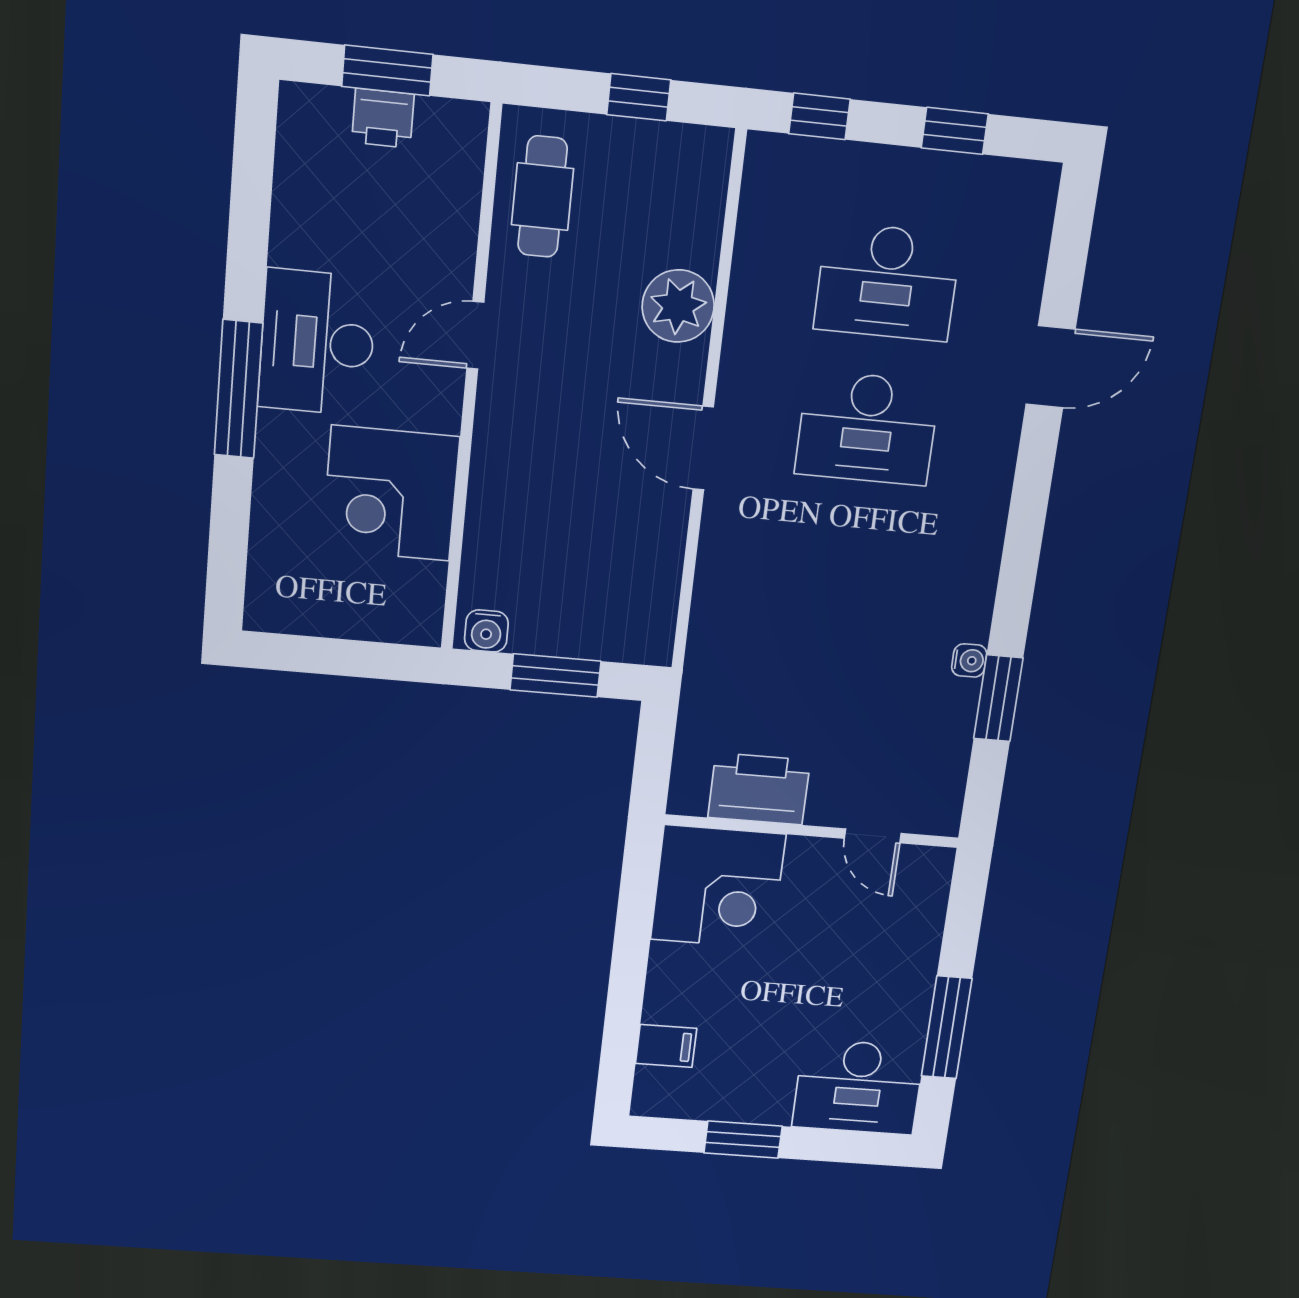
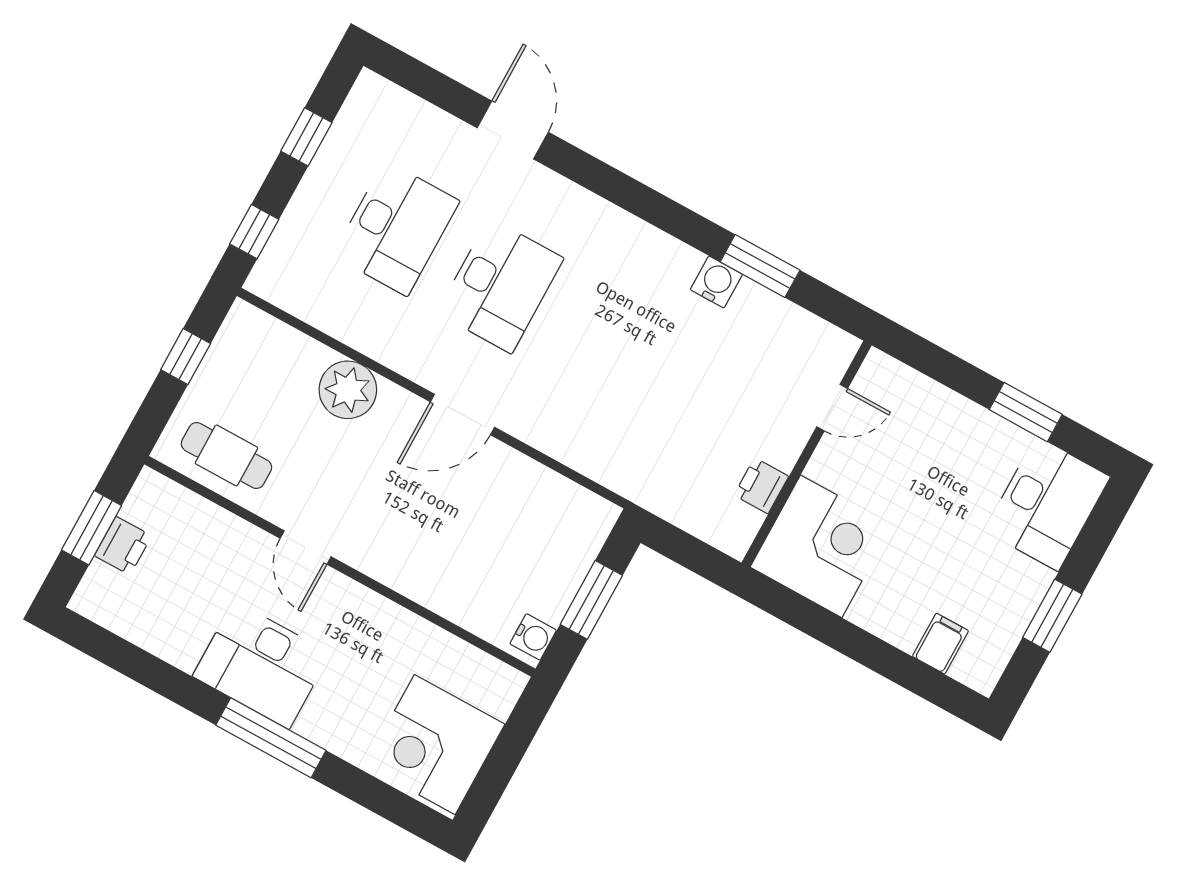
corner desk: (391, 493) -> (435, 745), moved, turned 90
water cooler: (969, 660) -> (716, 282), width x1.38, depth x1.38
printer: (759, 789) -> (761, 486), width x0.53, depth x0.68
window: (947, 1027) -> (1026, 412), width x0.69

